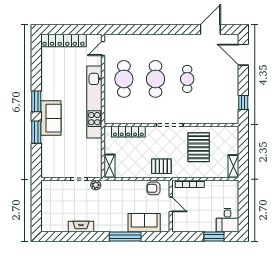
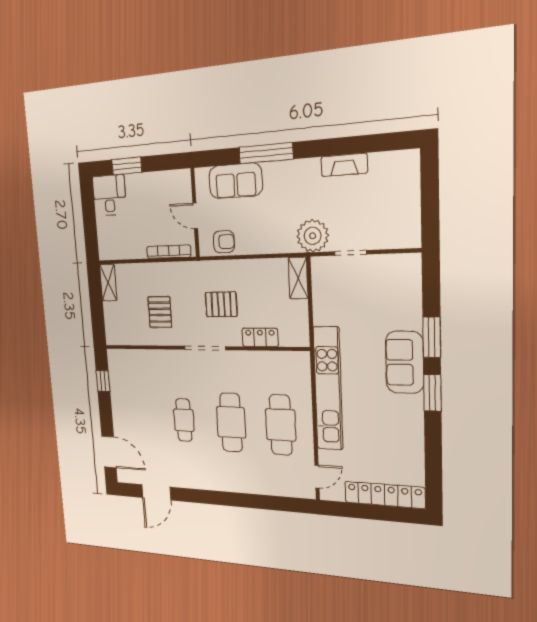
locker: (128, 132) -> (260, 337), width x0.66
pallet: (199, 147) -> (160, 312), width x0.67, depth x0.71
pallet: (161, 166) -> (221, 304), moved
plant: (96, 185) -> (313, 236), width x1.88, depth x1.88

